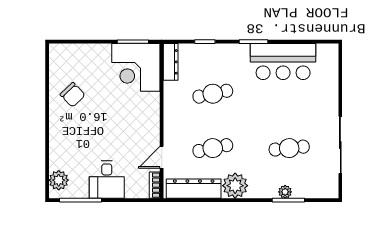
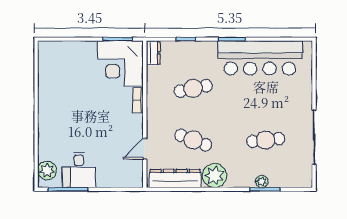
bar counter: (283, 61) -> (260, 58), width x1.36
dresser: (171, 62) -> (153, 53), width x0.70
chair: (73, 95) -> (60, 90), removed
cafe table: (213, 148) -> (193, 140), turned 33
desk: (107, 180) -> (79, 170), moved
bookcase: (155, 185) -> (138, 100), moved

